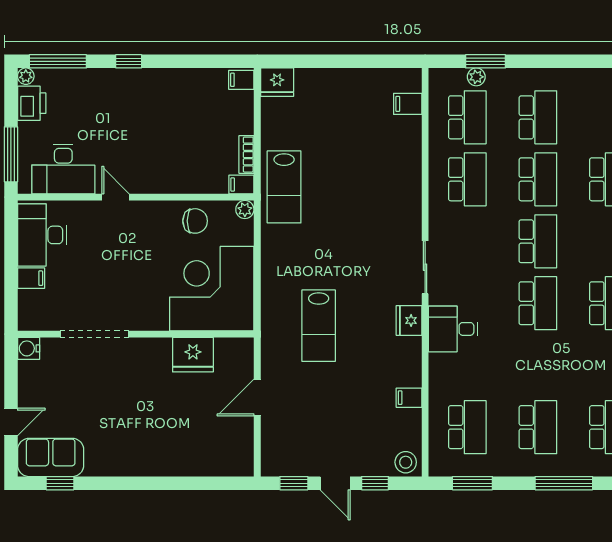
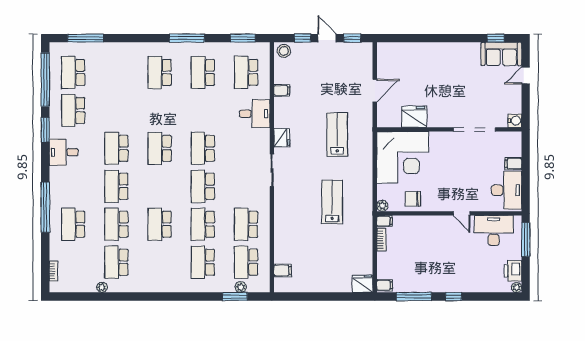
window: (58, 61) -> (414, 297), moved
lab bench: (284, 187) -> (332, 202), moved
desk: (453, 329) -> (255, 114), moved

